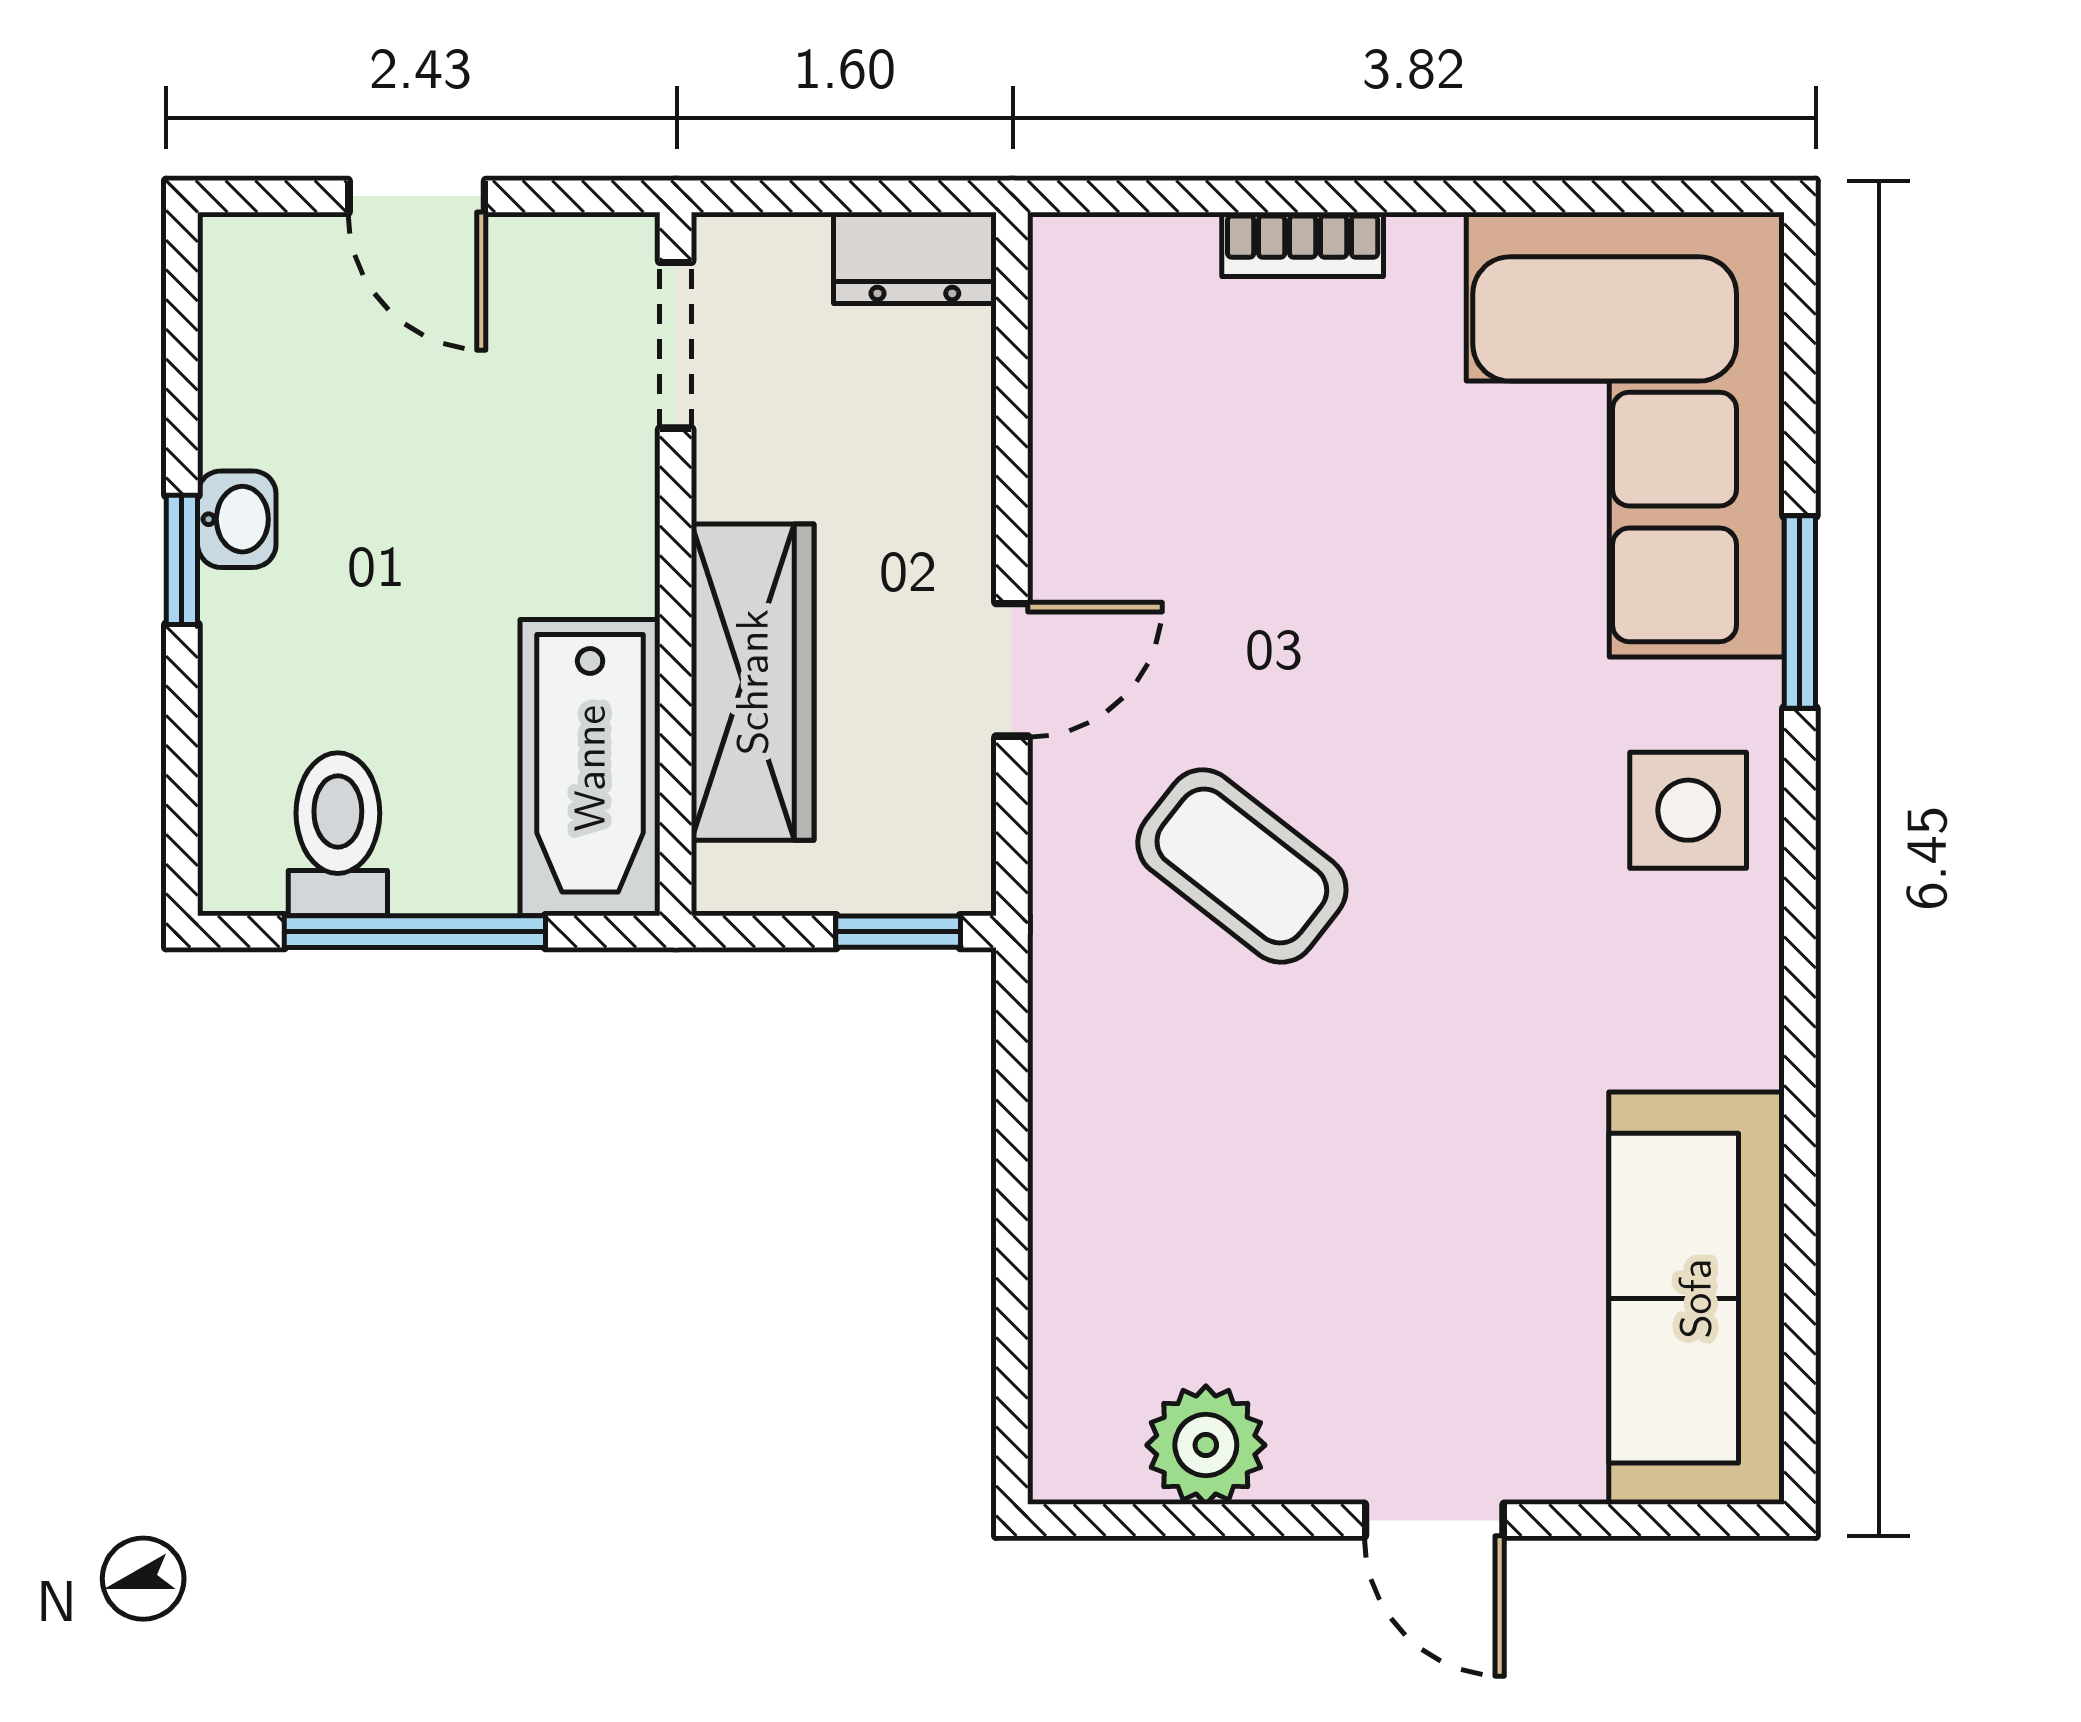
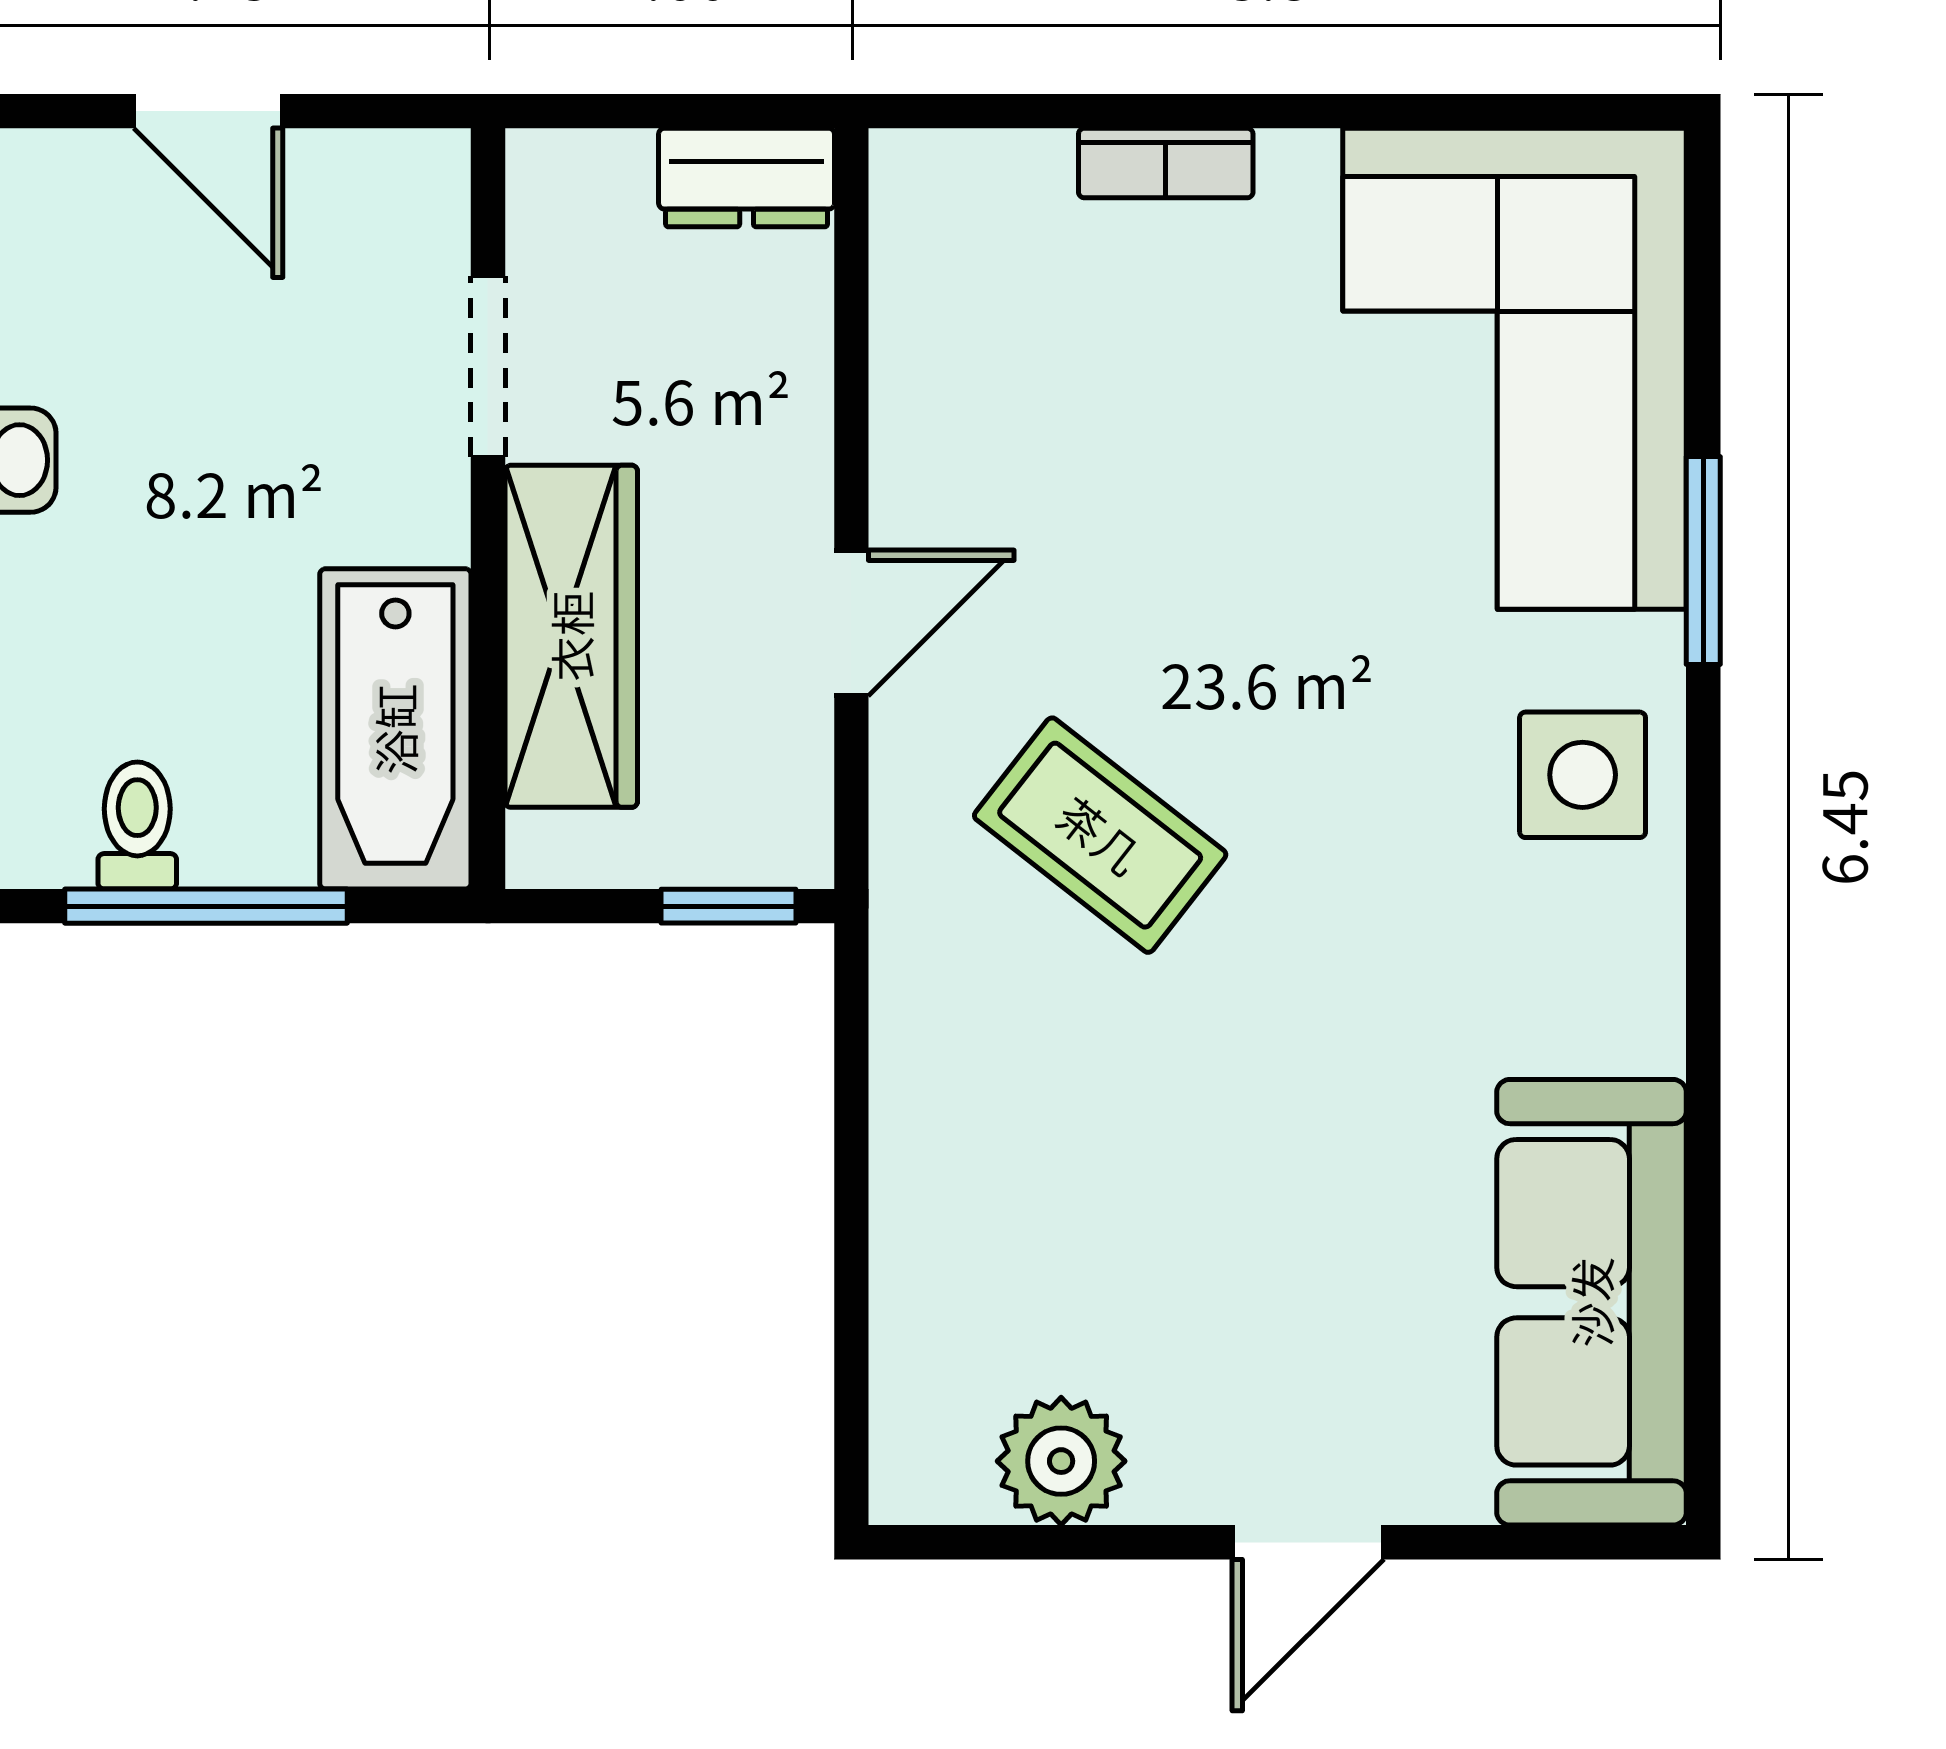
doorway: (676, 345) -> (488, 367), moved
toilet: (338, 834) -> (137, 825), width x0.73, depth x0.72
door: (1434, 1520) -> (1308, 1542), hinge flipped

